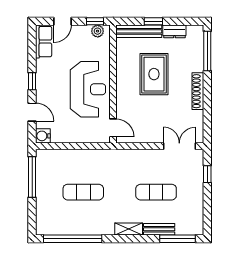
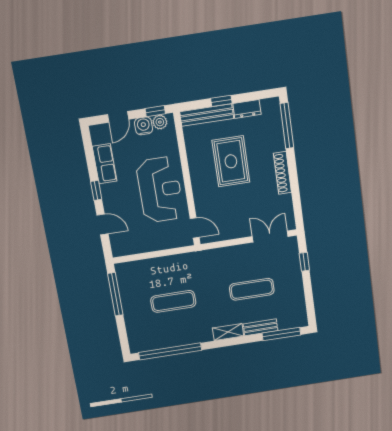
row of seats: (44, 42) -> (105, 164), moved
water cooler: (43, 136) -> (144, 126), moved, turned 90

